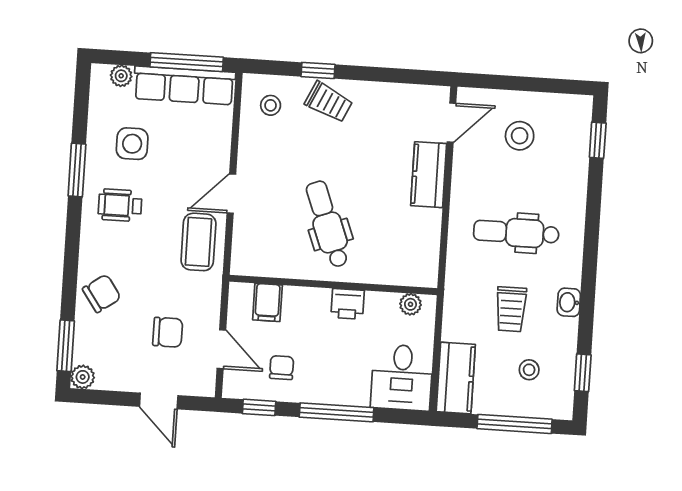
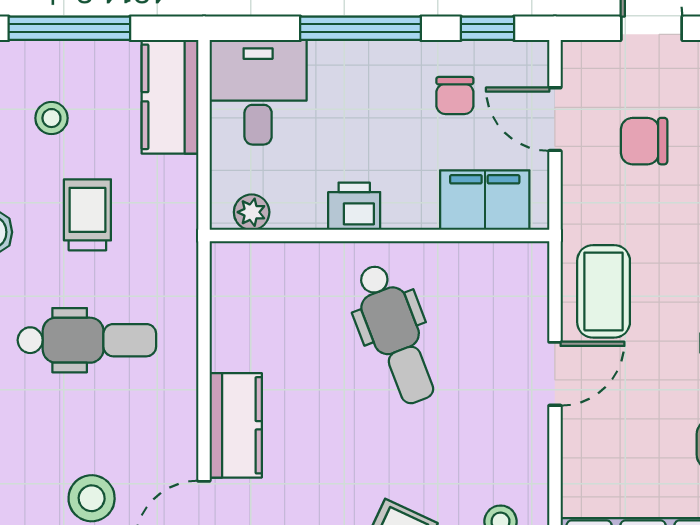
filing cabinet: (267, 302) -> (485, 200), width x2.00

